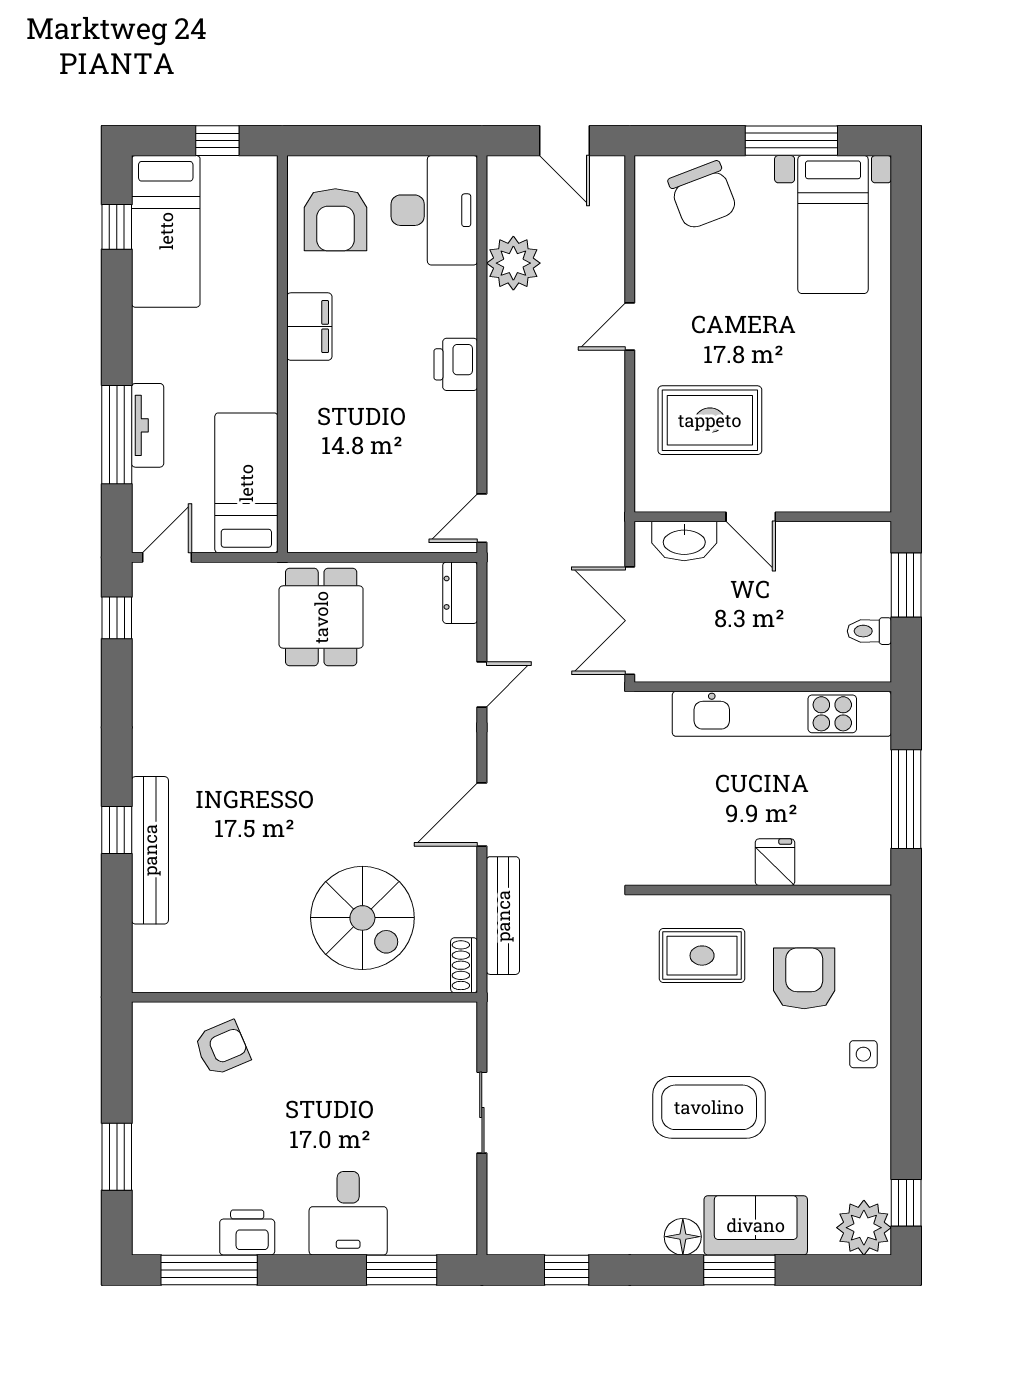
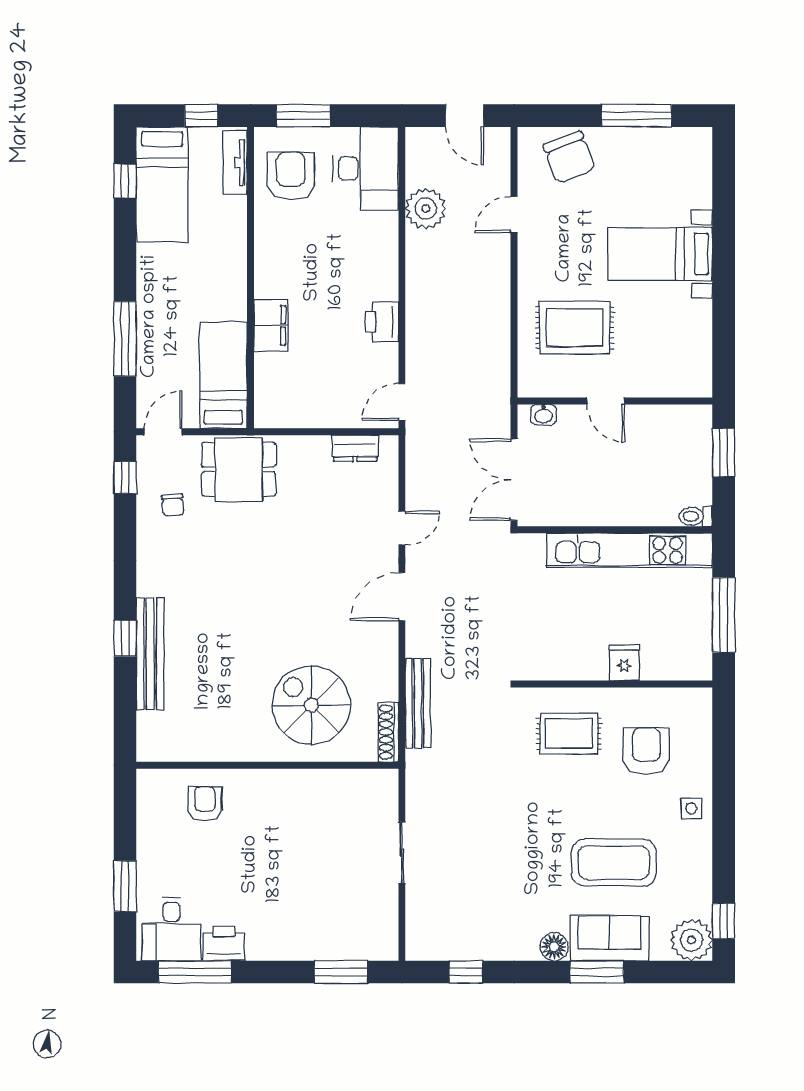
window: (352, 141) -> (303, 116), added
armchair: (335, 220) -> (291, 176), turned 180
bed with nightstands: (833, 224) -> (660, 254), moved, turned 90
filing cabinet: (309, 327) -> (271, 325), moved
door: (630, 327) -> (514, 215), moved
printer: (456, 364) -> (382, 322), moved
tv unit: (148, 425) -> (235, 162), moved, turned 180
washbasin: (684, 541) -> (544, 415), width x0.52, depth x0.69
dresser: (460, 593) -> (355, 448), moved, turned -90
dining table: (321, 617) -> (239, 469), moved, turned 90
toilet: (869, 631) -> (696, 516), moved
chair: (180, 654) -> (173, 505), added
door: (482, 814) -> (402, 597), moved
spiral stairs: (362, 918) -> (311, 705), turned 180
shoe rack: (464, 965) -> (388, 732), width x1.43
armchair: (222, 1048) -> (205, 804), turned -67
coffee table: (709, 1107) -> (614, 863), moved
desk: (348, 1213) -> (171, 929), moved

